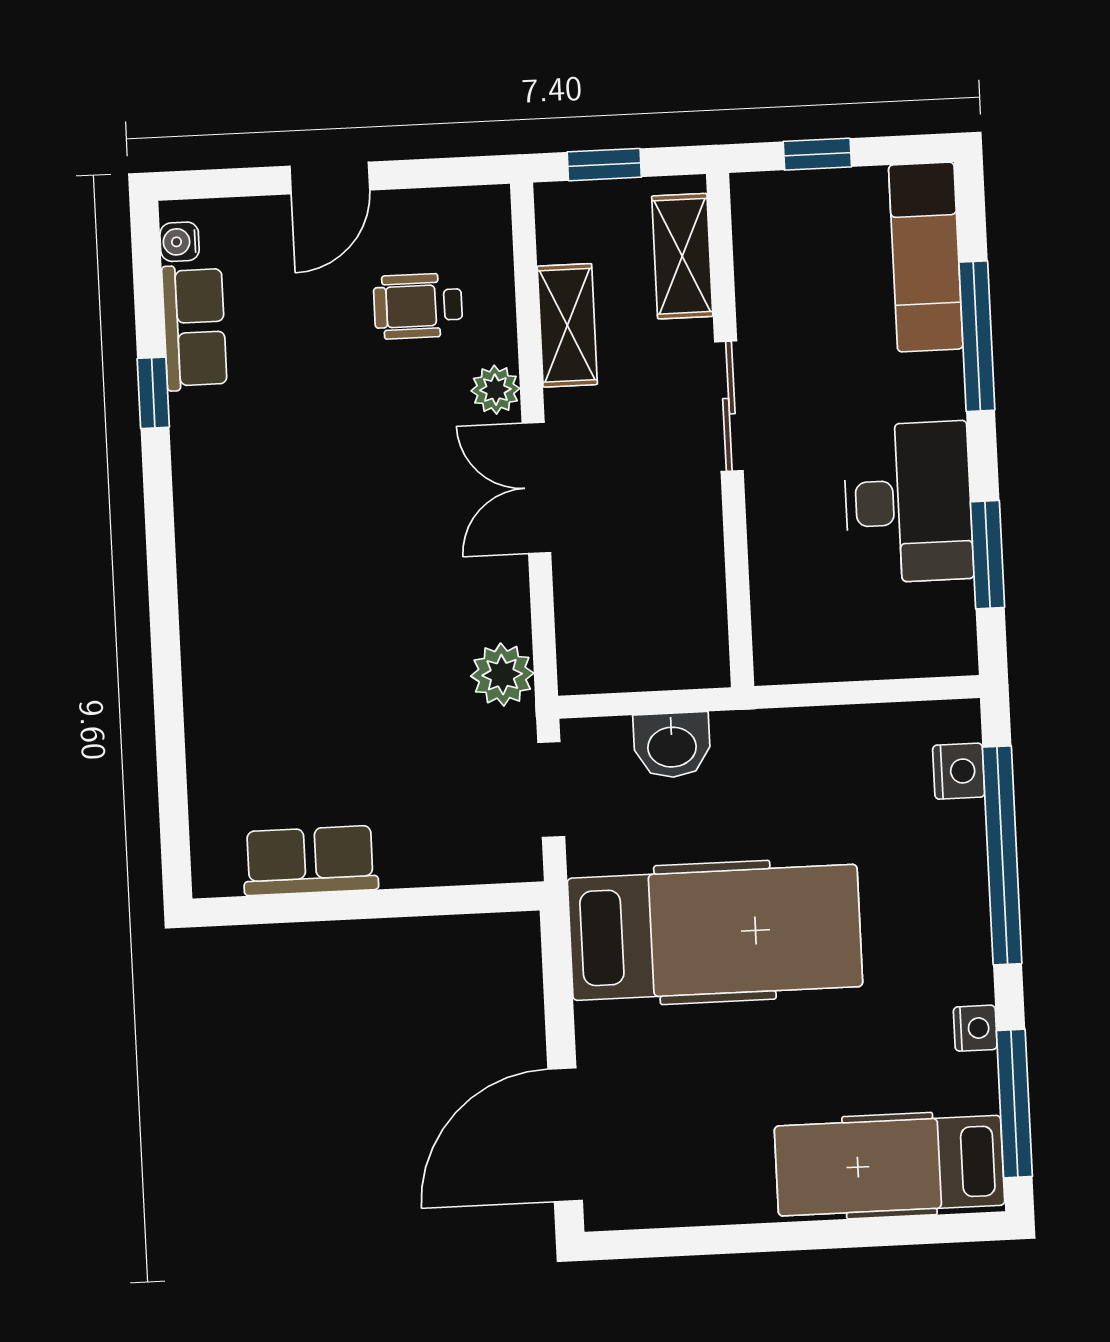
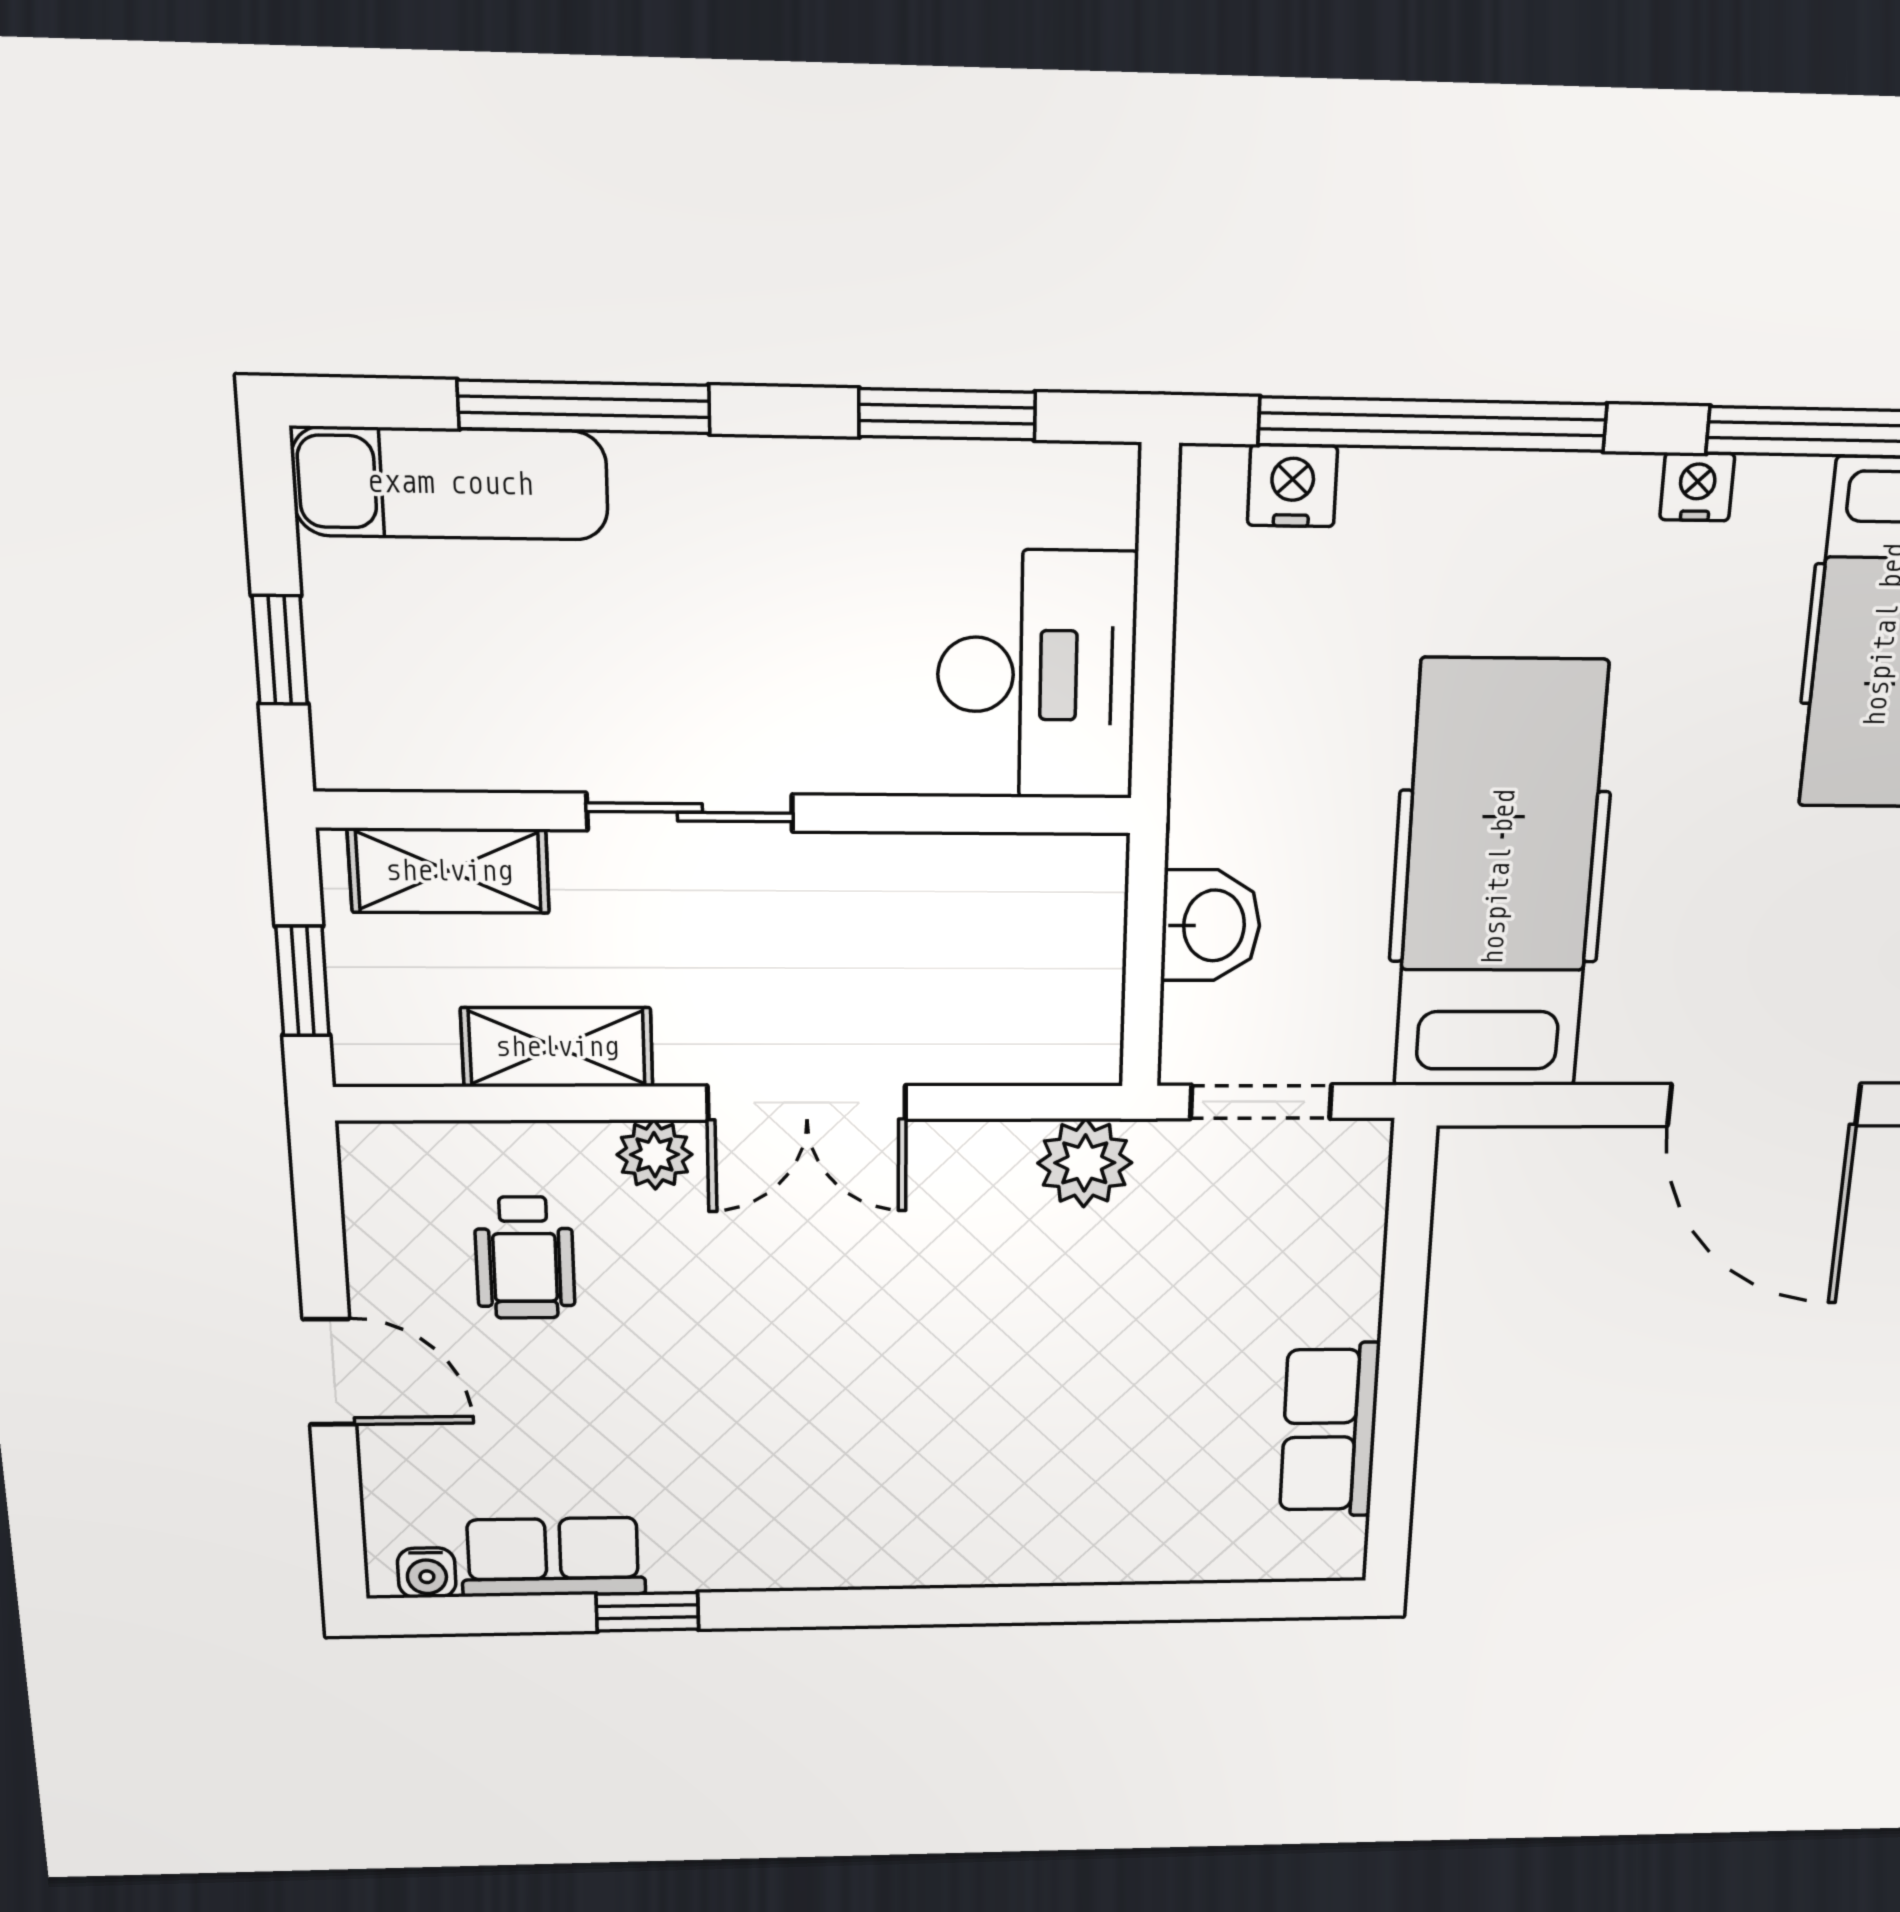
desk: (908, 502) -> (1037, 675), moved, turned 90

